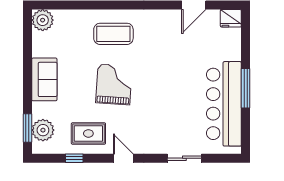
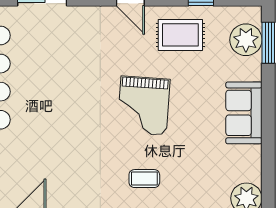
coffee table: (113, 34) -> (144, 179), width x0.54, depth x0.58

